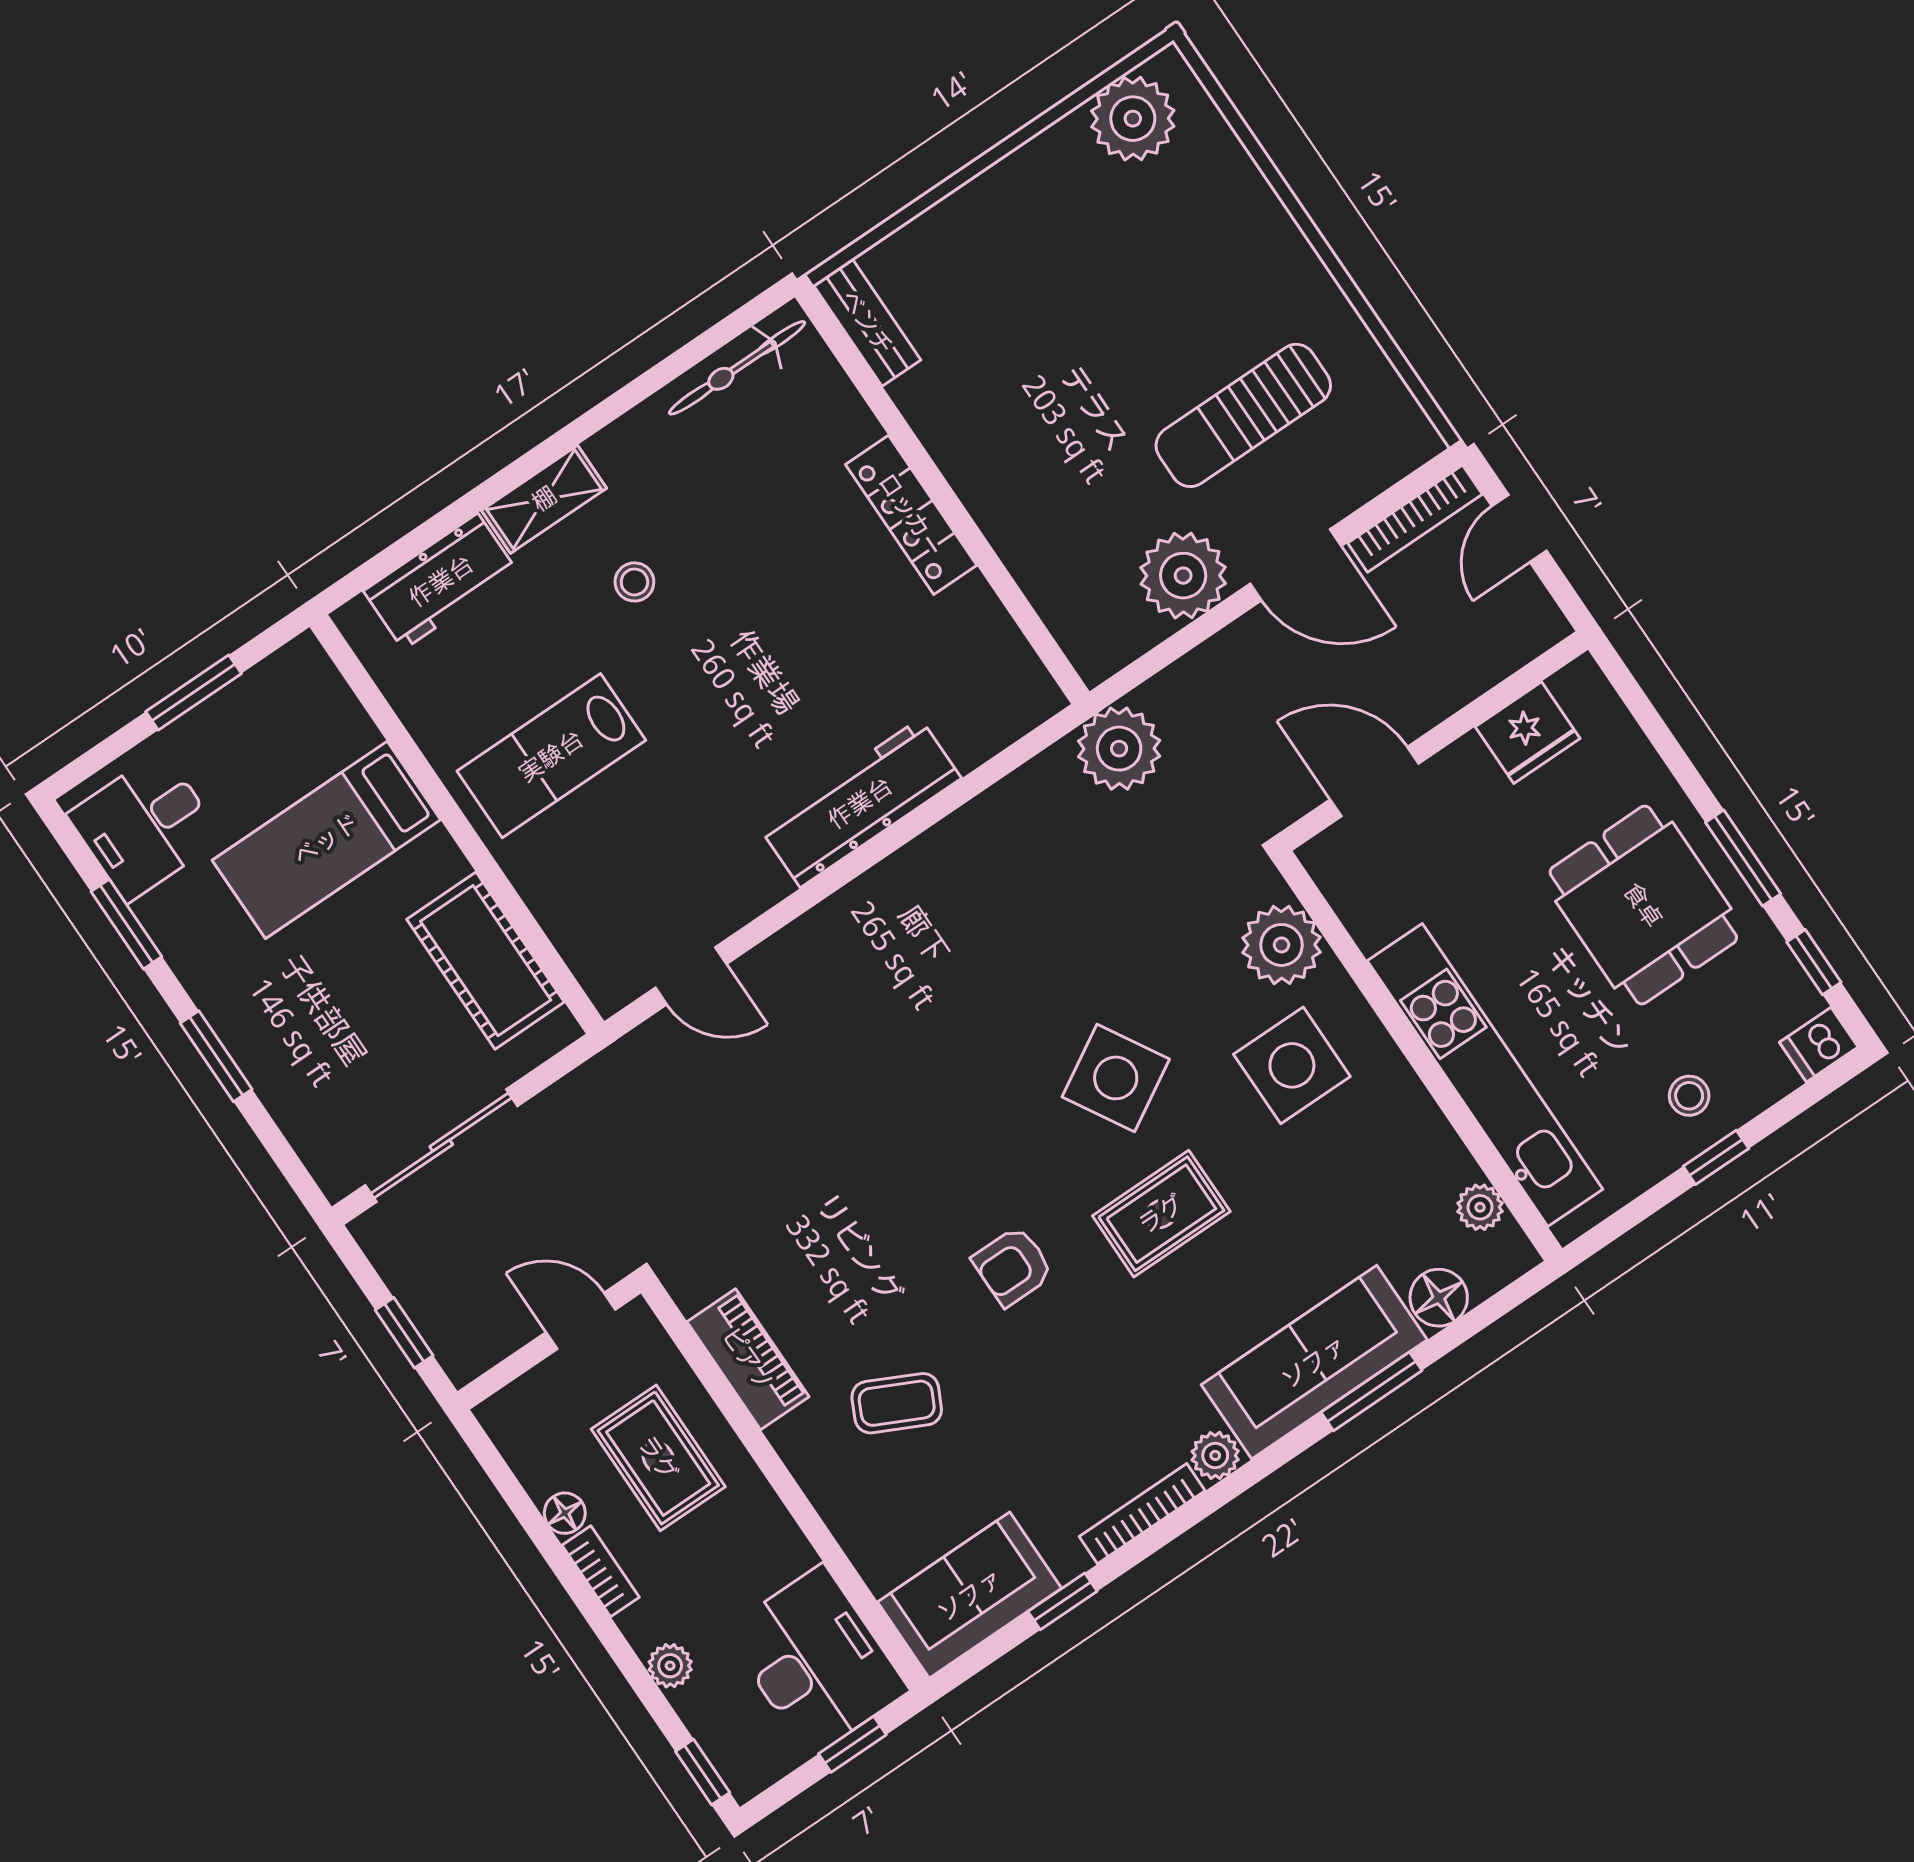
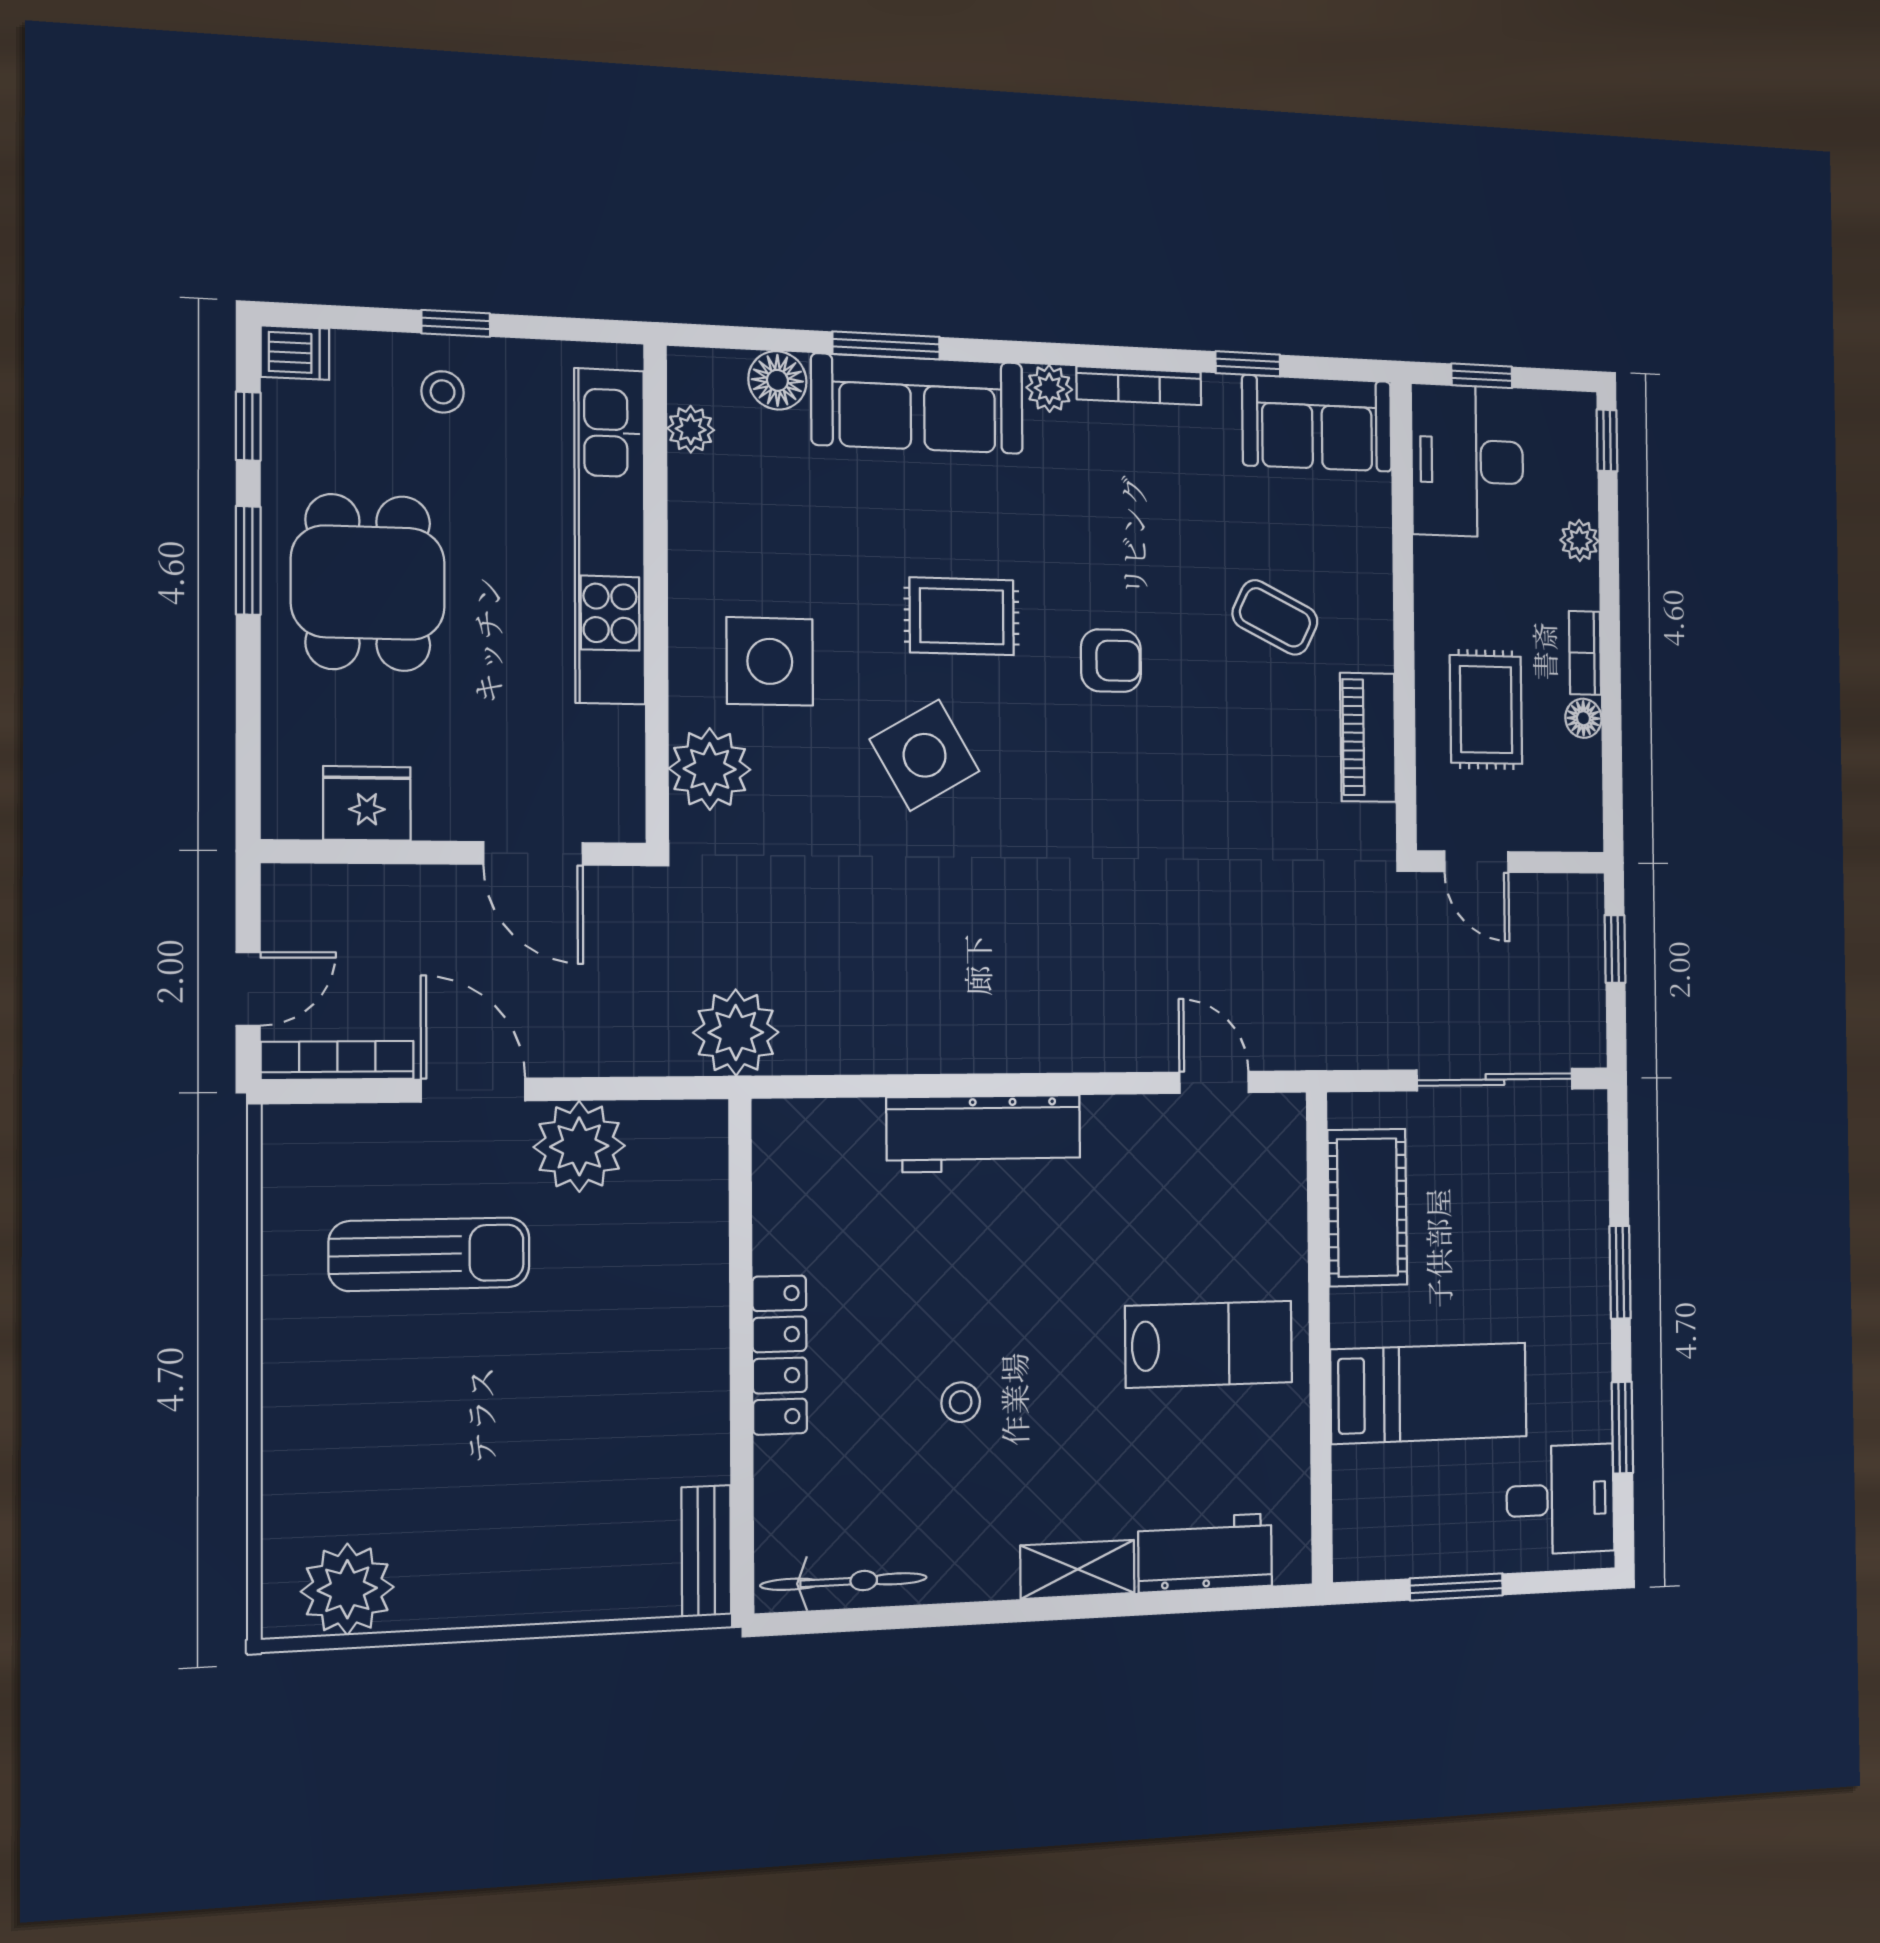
stool: (634, 582) -> (961, 1402), moved

